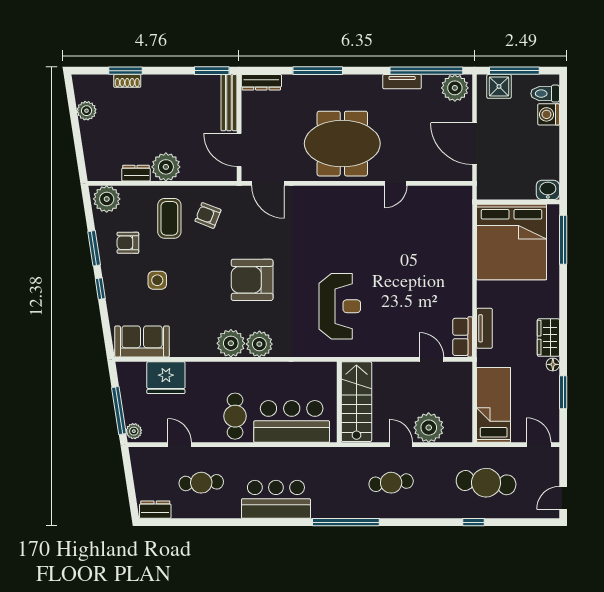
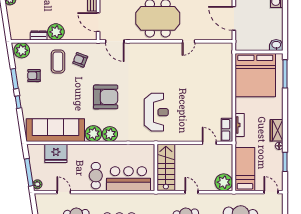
side table: (157, 280) -> (51, 97), removed
armchair: (252, 280) -> (106, 97), turned 180
sofa: (142, 341) -> (55, 130), width x1.85, depth x1.27
plant: (429, 428) -> (224, 182), moved

